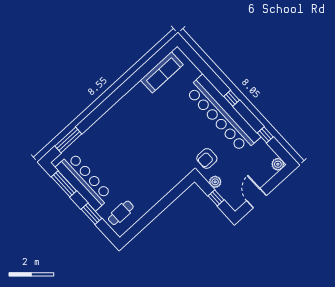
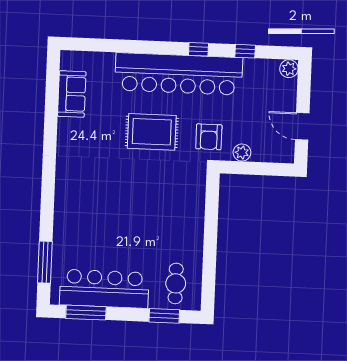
sofa: (162, 72) -> (72, 94), width x0.73
window: (232, 98) -> (198, 49), moved
rug: (182, 129) -> (152, 132), added
window: (216, 198) -> (260, 169), removed
window: (91, 214) -> (164, 316), moved

